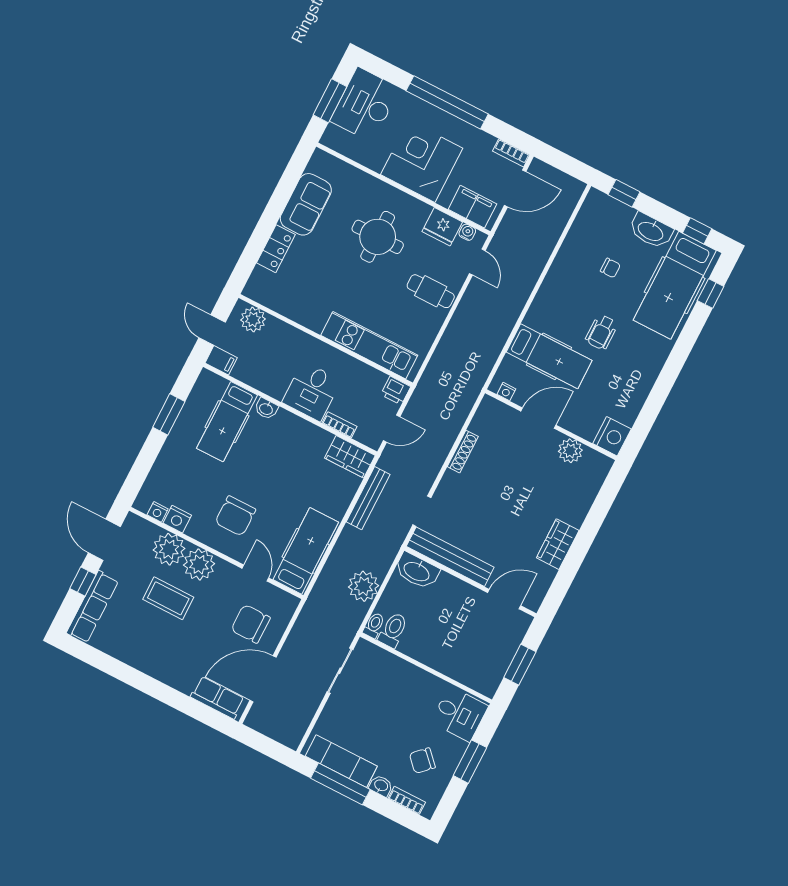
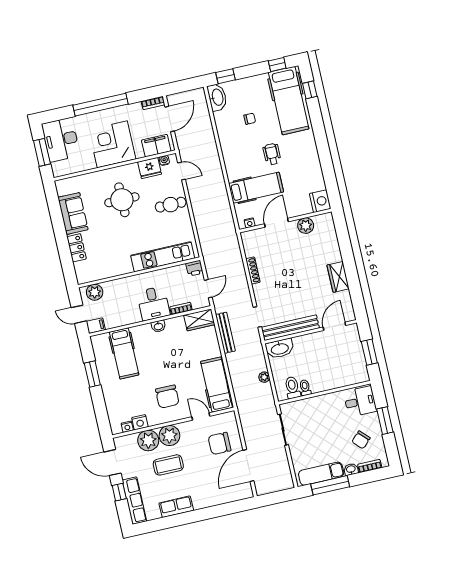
washbasin: (651, 231) -> (217, 97), moved, turned -90
wheelchair: (601, 332) -> (272, 154), turned 180
washbasin: (266, 409) -> (158, 326), moved
plant: (364, 586) -> (264, 377), width x0.53, depth x0.53
toilet: (374, 625) -> (305, 388), moved
row of seats: (217, 698) -> (176, 507), moved

